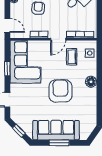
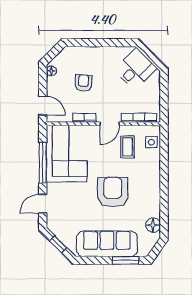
window: (7, 69) -> (43, 163), width x2.17
floor lamp: (91, 82) -> (153, 225), moved
window: (59, 143) -> (126, 260), moved

